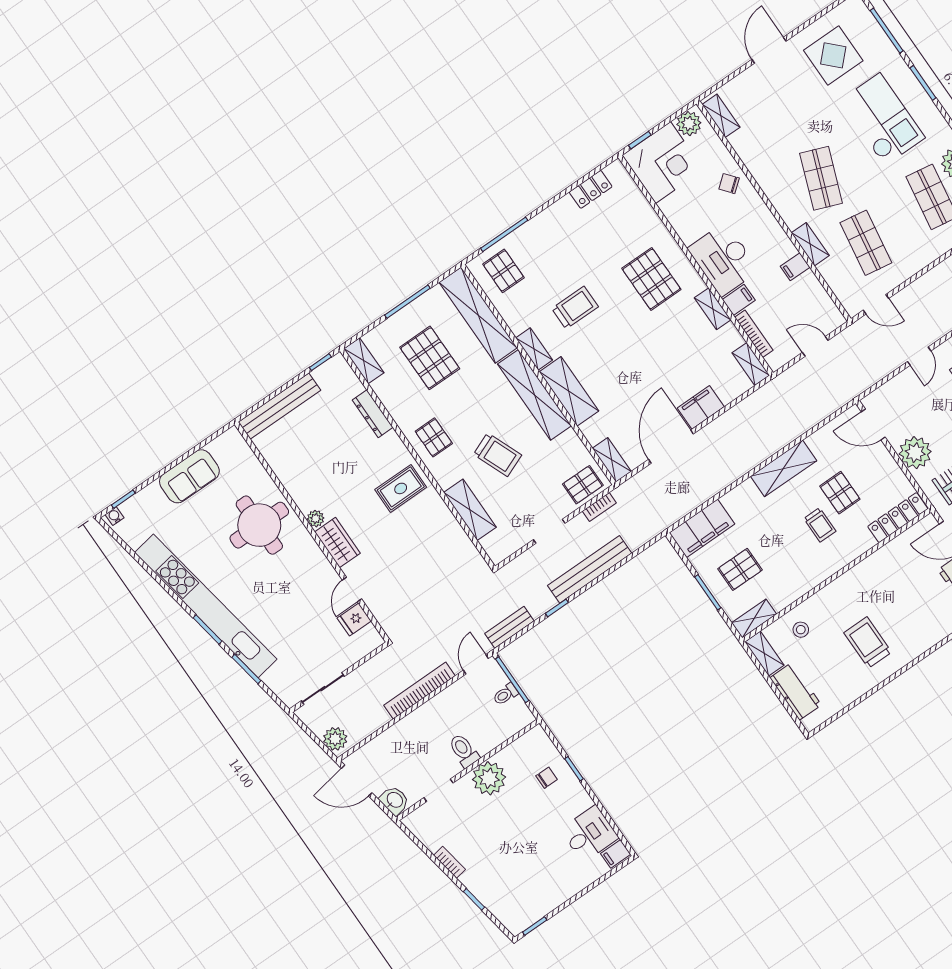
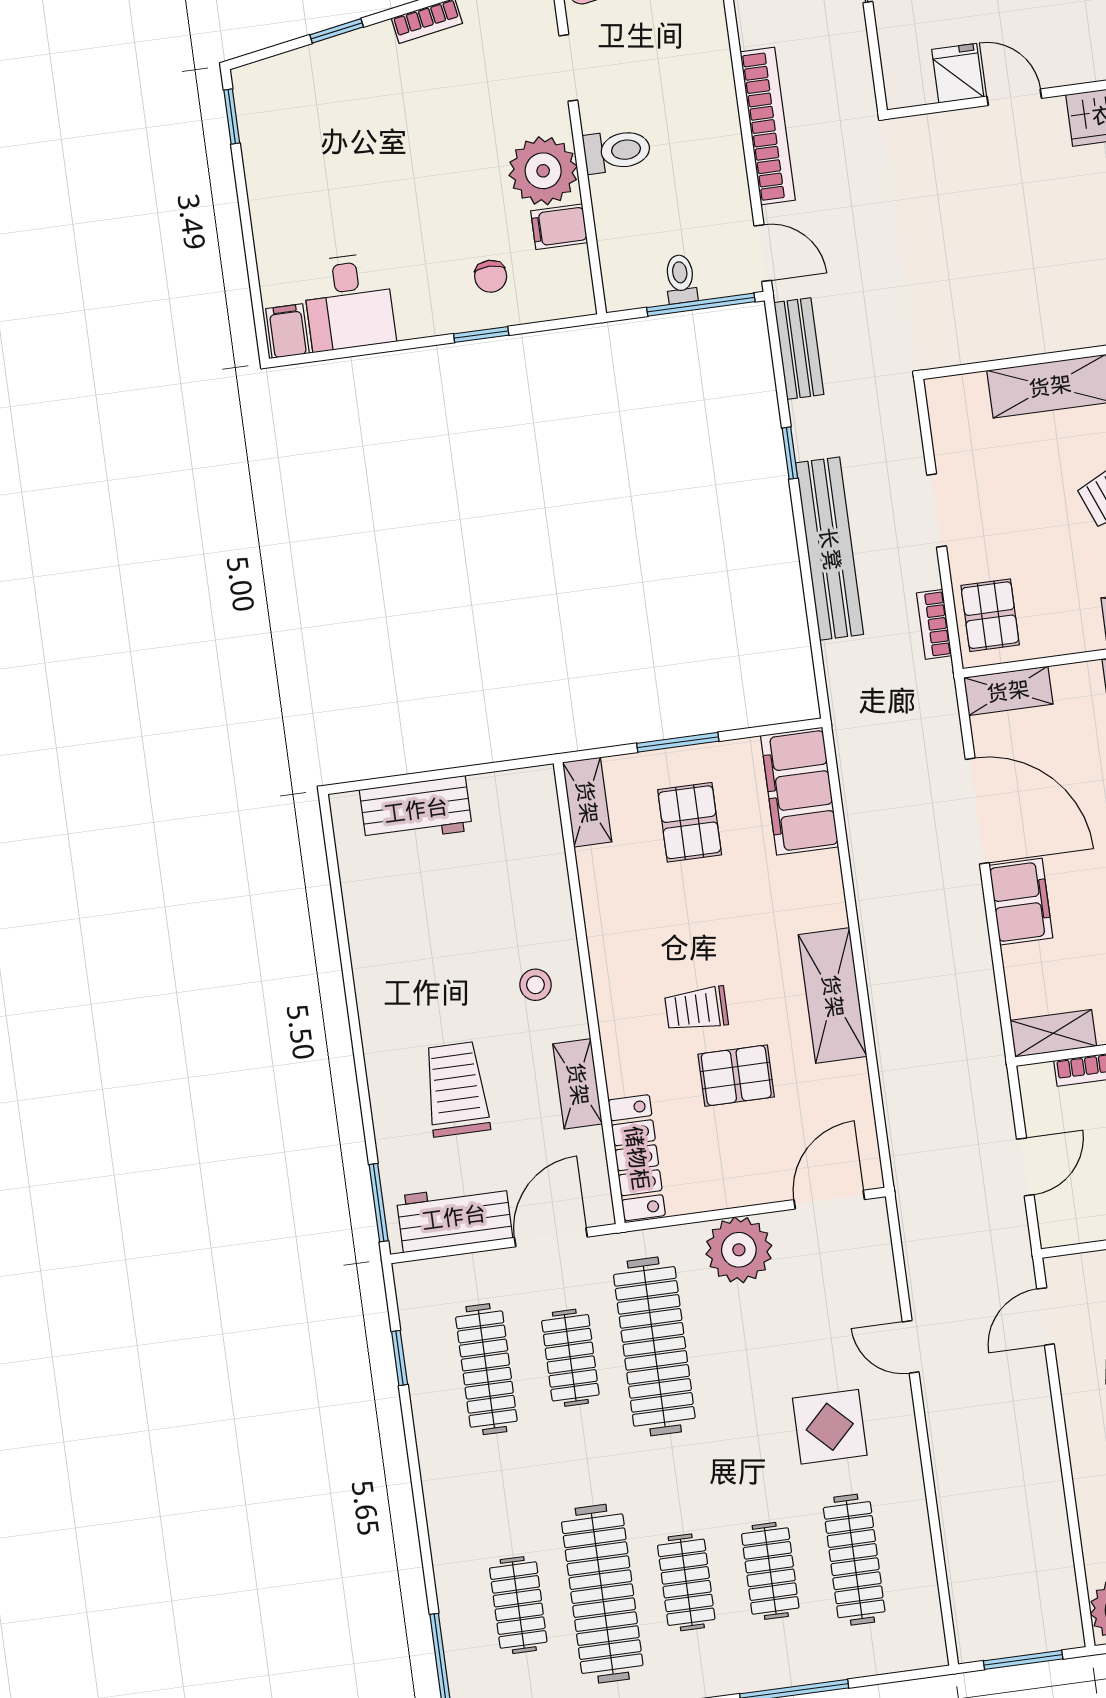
stool: (801, 630) -> (535, 985), moved
trolley: (868, 642) -> (456, 1089), moved, turned -90
shelving: (764, 653) -> (578, 1084), moved, turned 90
filing cabinet: (510, 759) -> (559, 227), added

